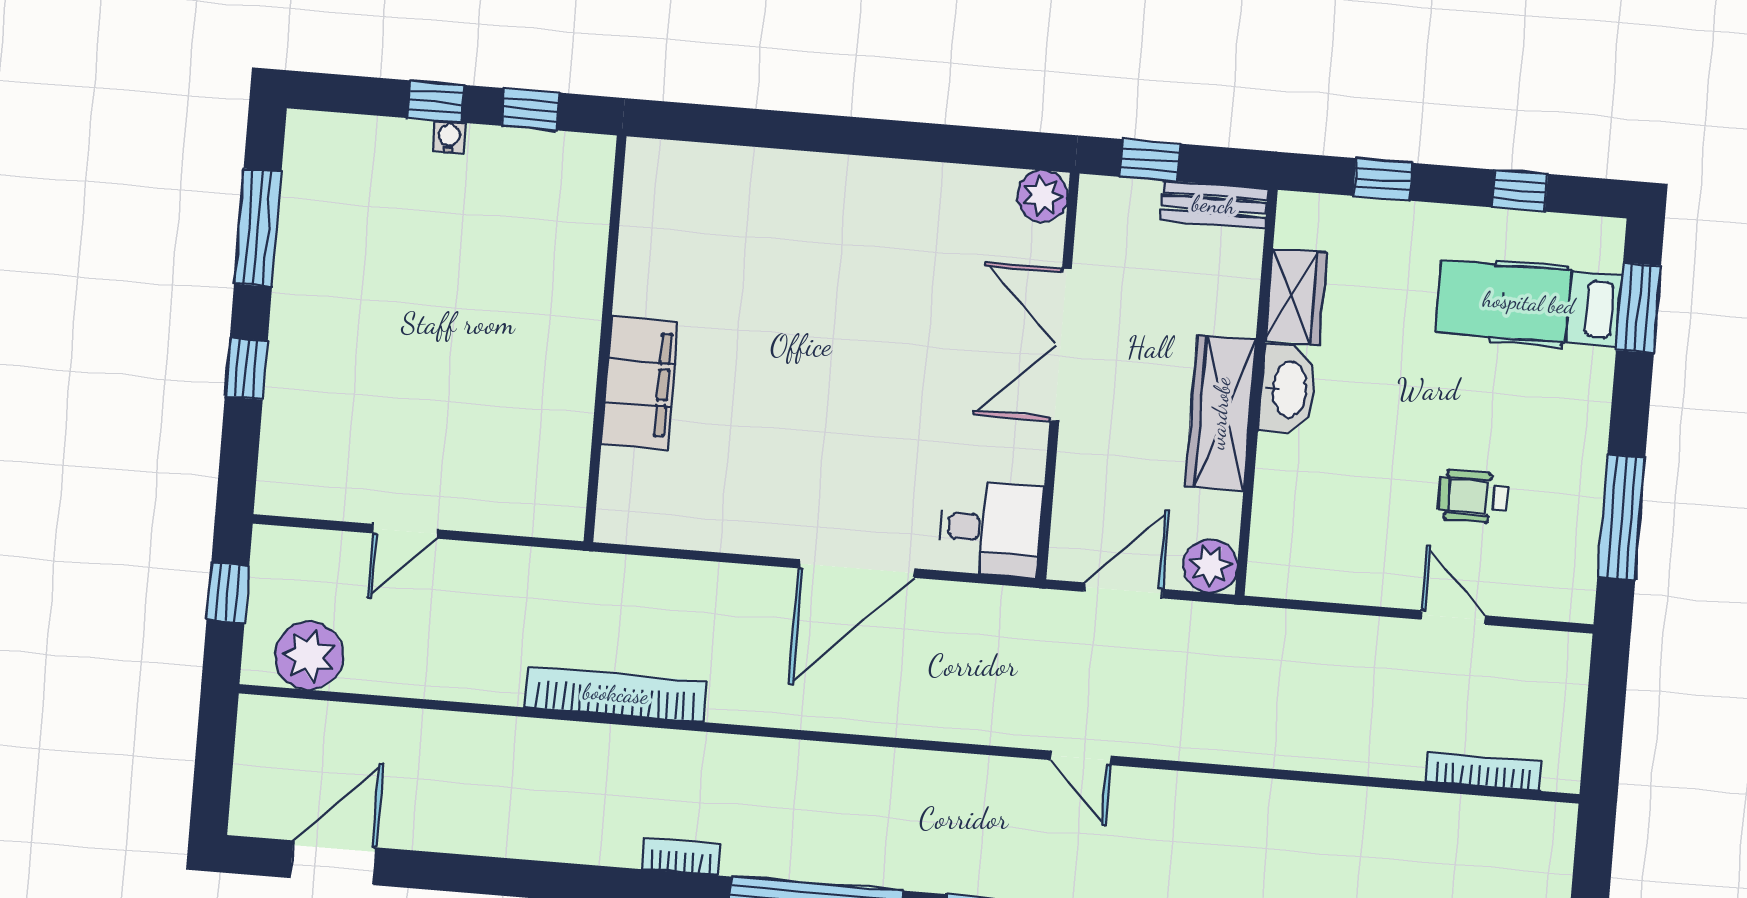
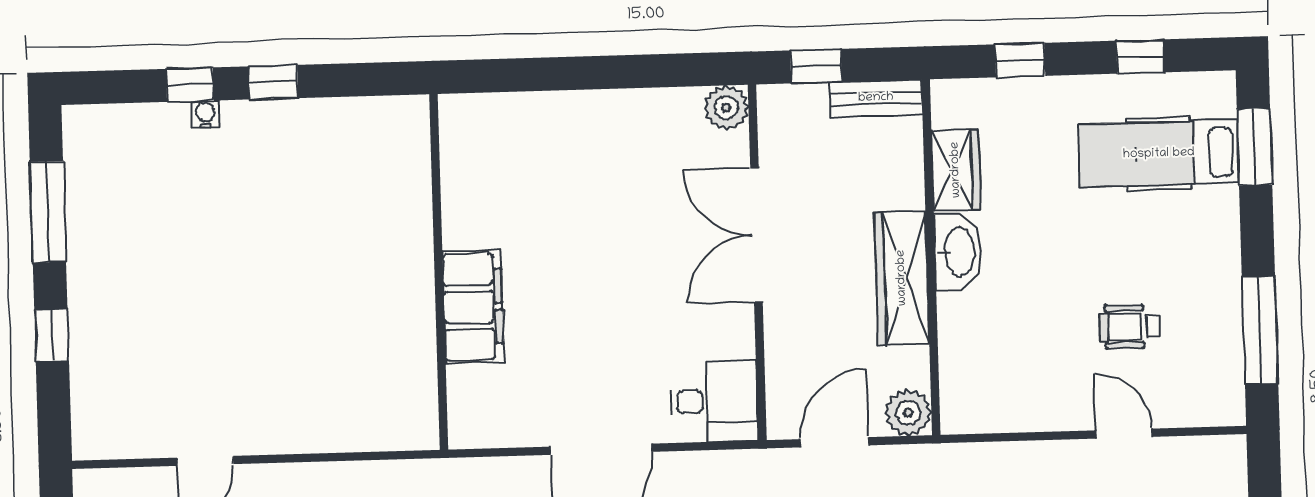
wall: (605, 339) -> (439, 272), moved
filing cabinet: (640, 383) -> (473, 307), moved

